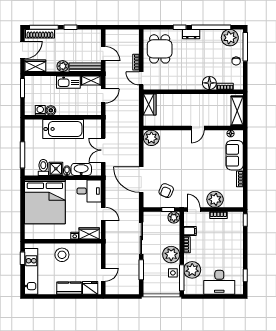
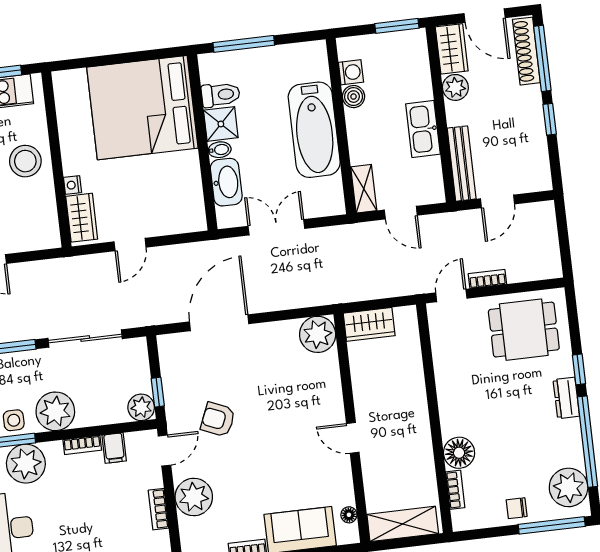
plant: (63, 66) -> (455, 87), moved
shelving: (91, 80) -> (364, 189), moved
wardrobe: (150, 105) -> (369, 324), moved
desk: (89, 191) -> (179, 206), removed
armchair: (166, 191) -> (218, 420), moved

